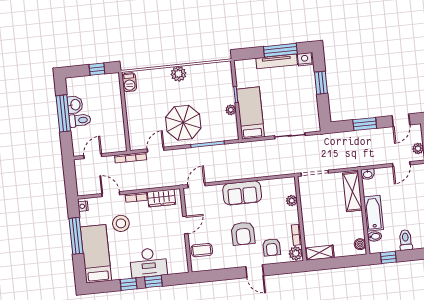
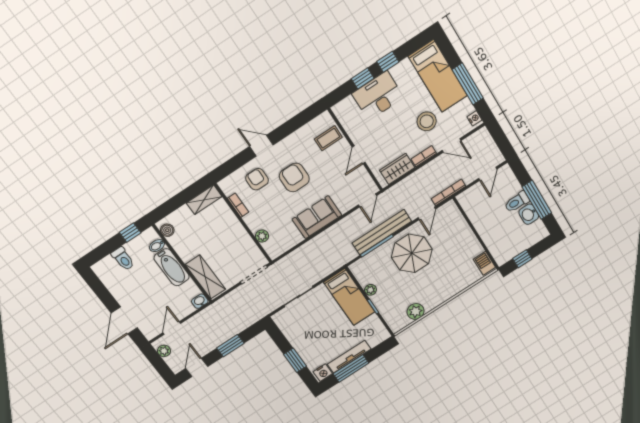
plant: (178, 74) -> (416, 311), moved
bench: (198, 153) -> (382, 232), added
plant: (296, 253) -> (228, 186), removed

